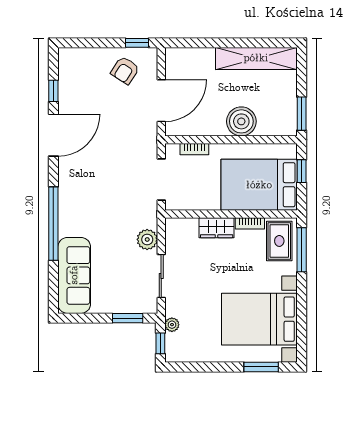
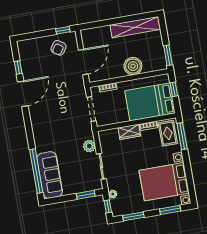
window: (53, 224) -> (36, 171), moved
window: (199, 367) -> (133, 216), added

